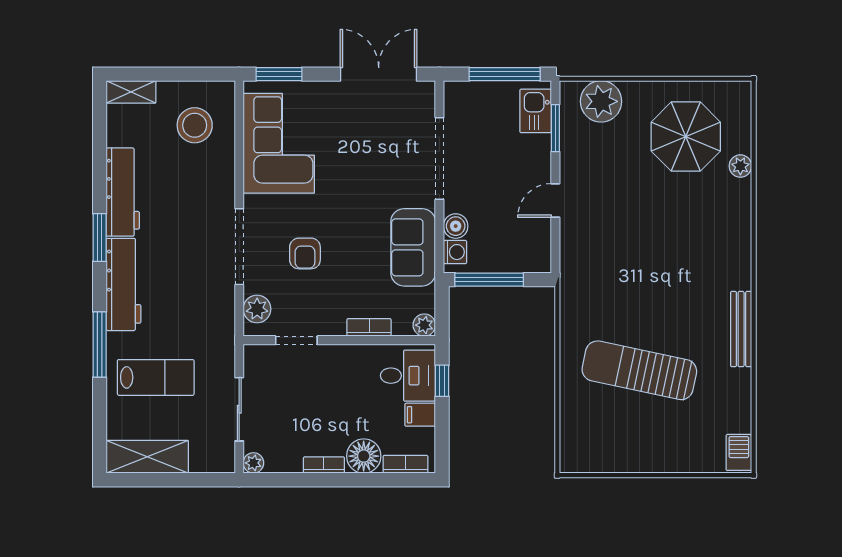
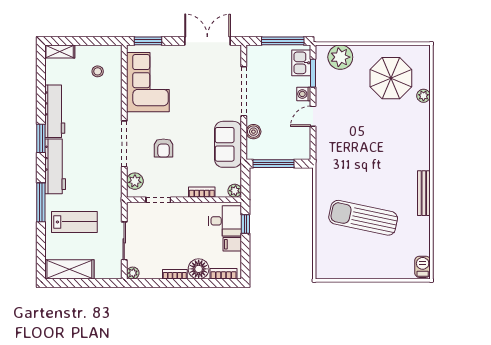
stool: (195, 125) -> (98, 71), width x0.53, depth x0.53
washing machine: (455, 252) -> (304, 94), moved, turned 180

